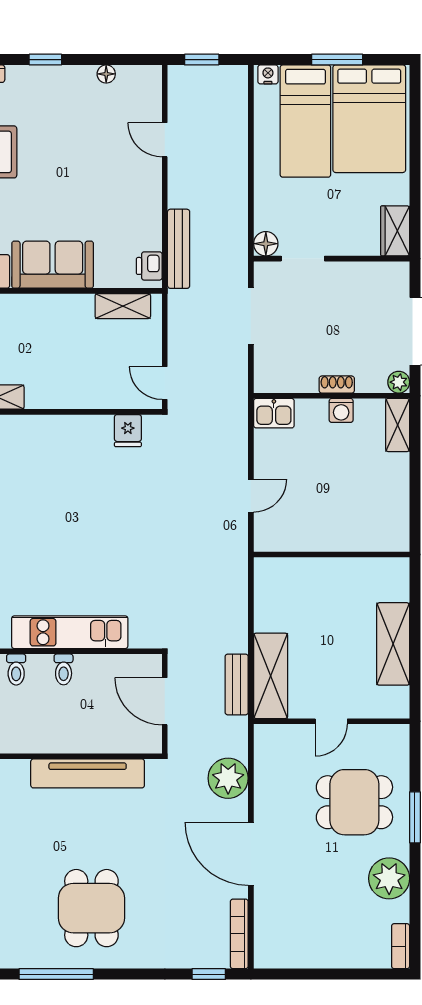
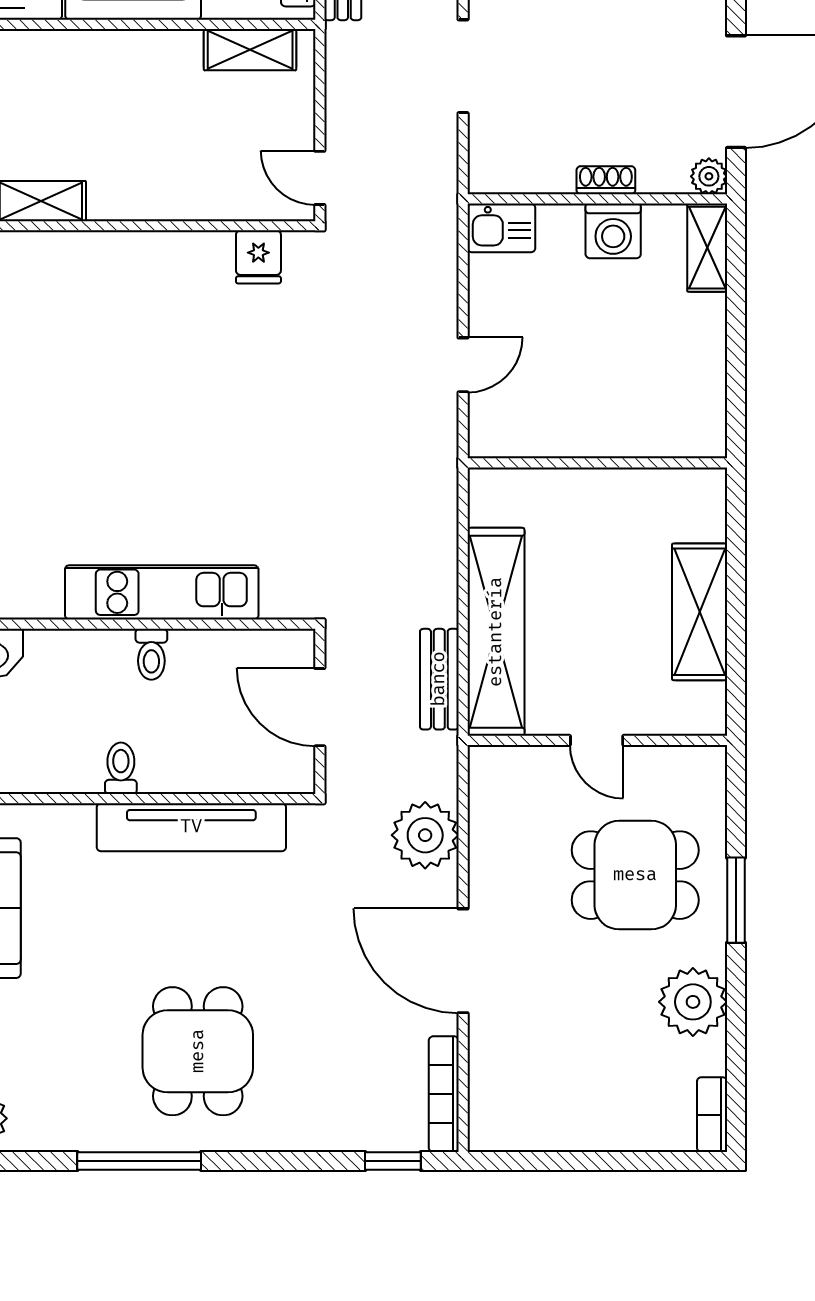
washing machine: (341, 410) -> (613, 231), width x1.38, depth x1.38
toilet: (16, 670) -> (121, 768), moved, turned 180
shelving: (271, 676) -> (496, 632), width x1.47
door: (331, 721) -> (597, 740), hinge flipped

